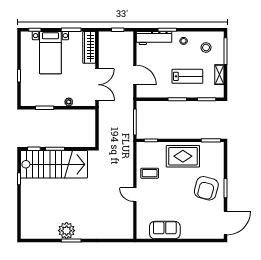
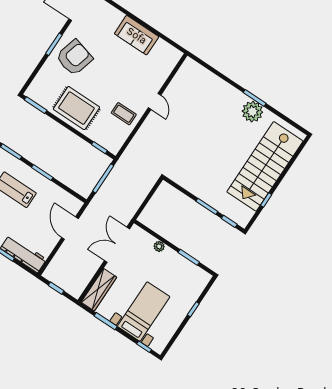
stairs: (54, 164) -> (265, 166), moved, turned -90
sofa: (165, 230) -> (137, 35), moved

